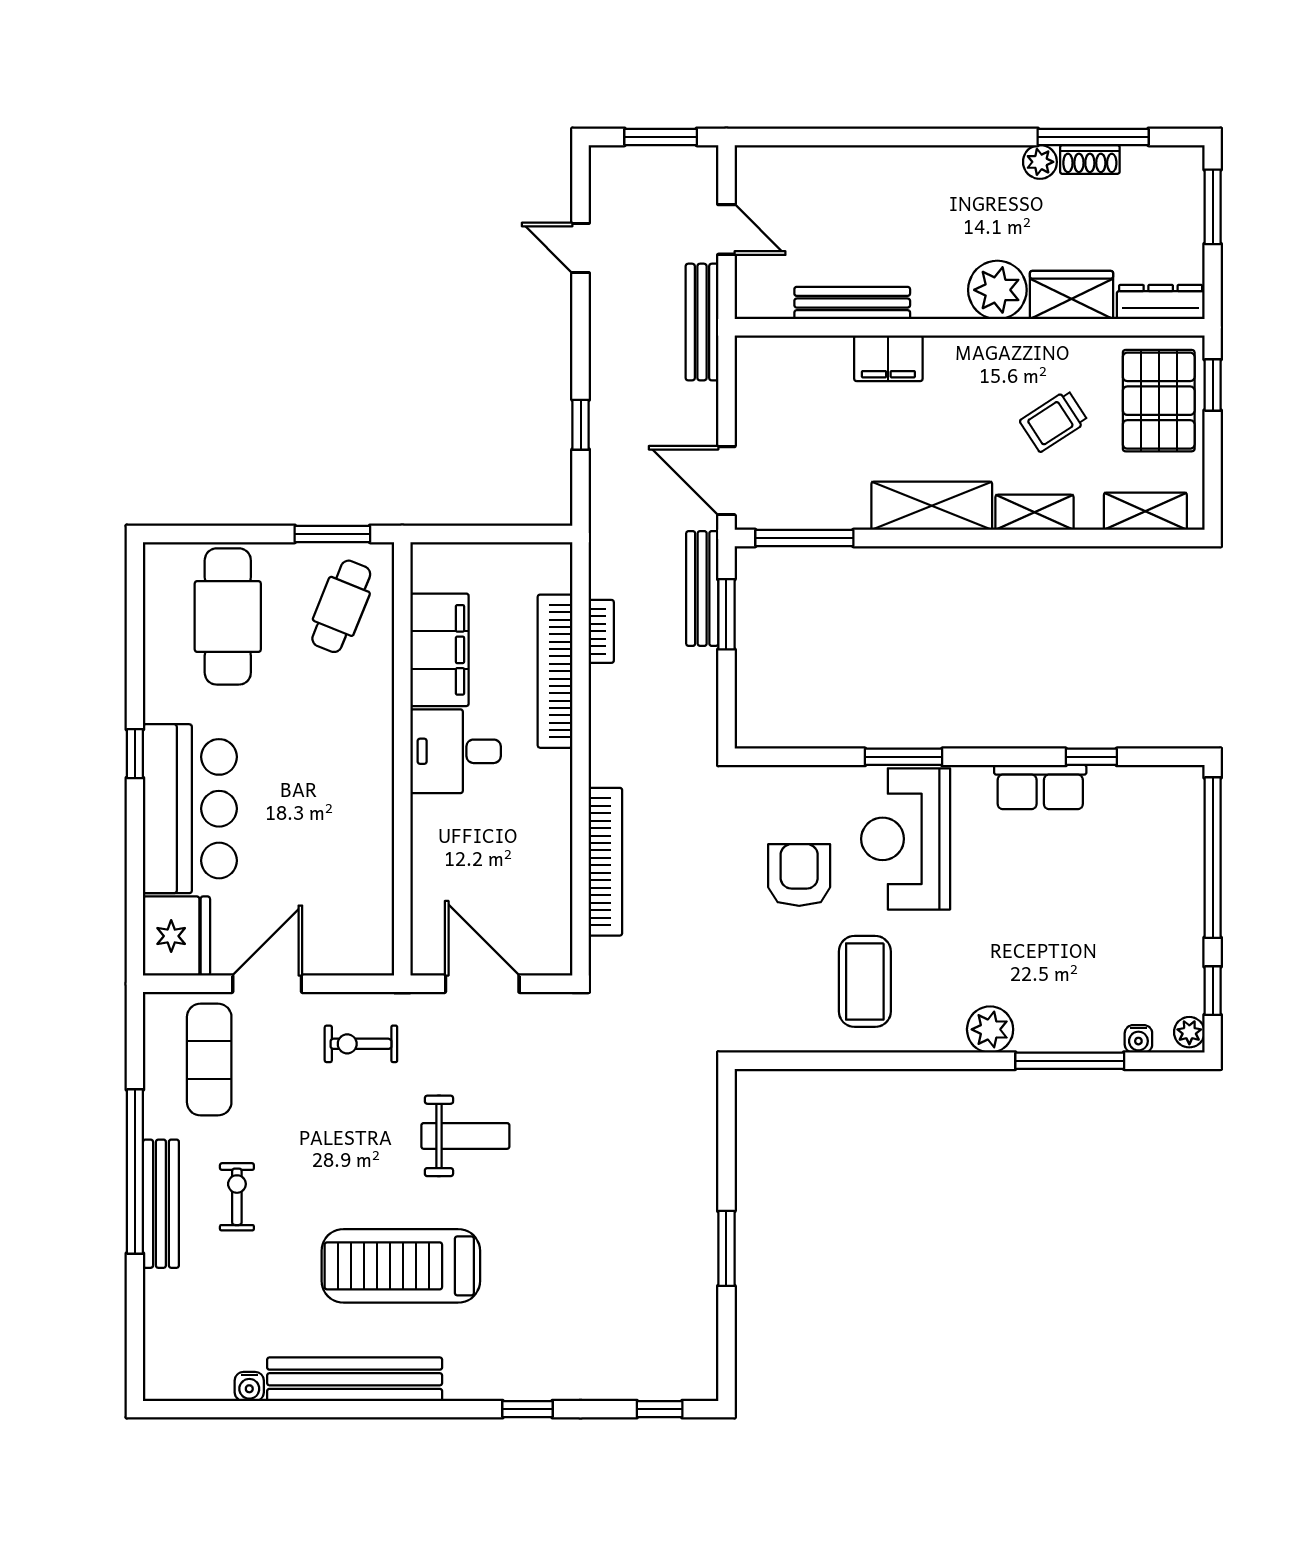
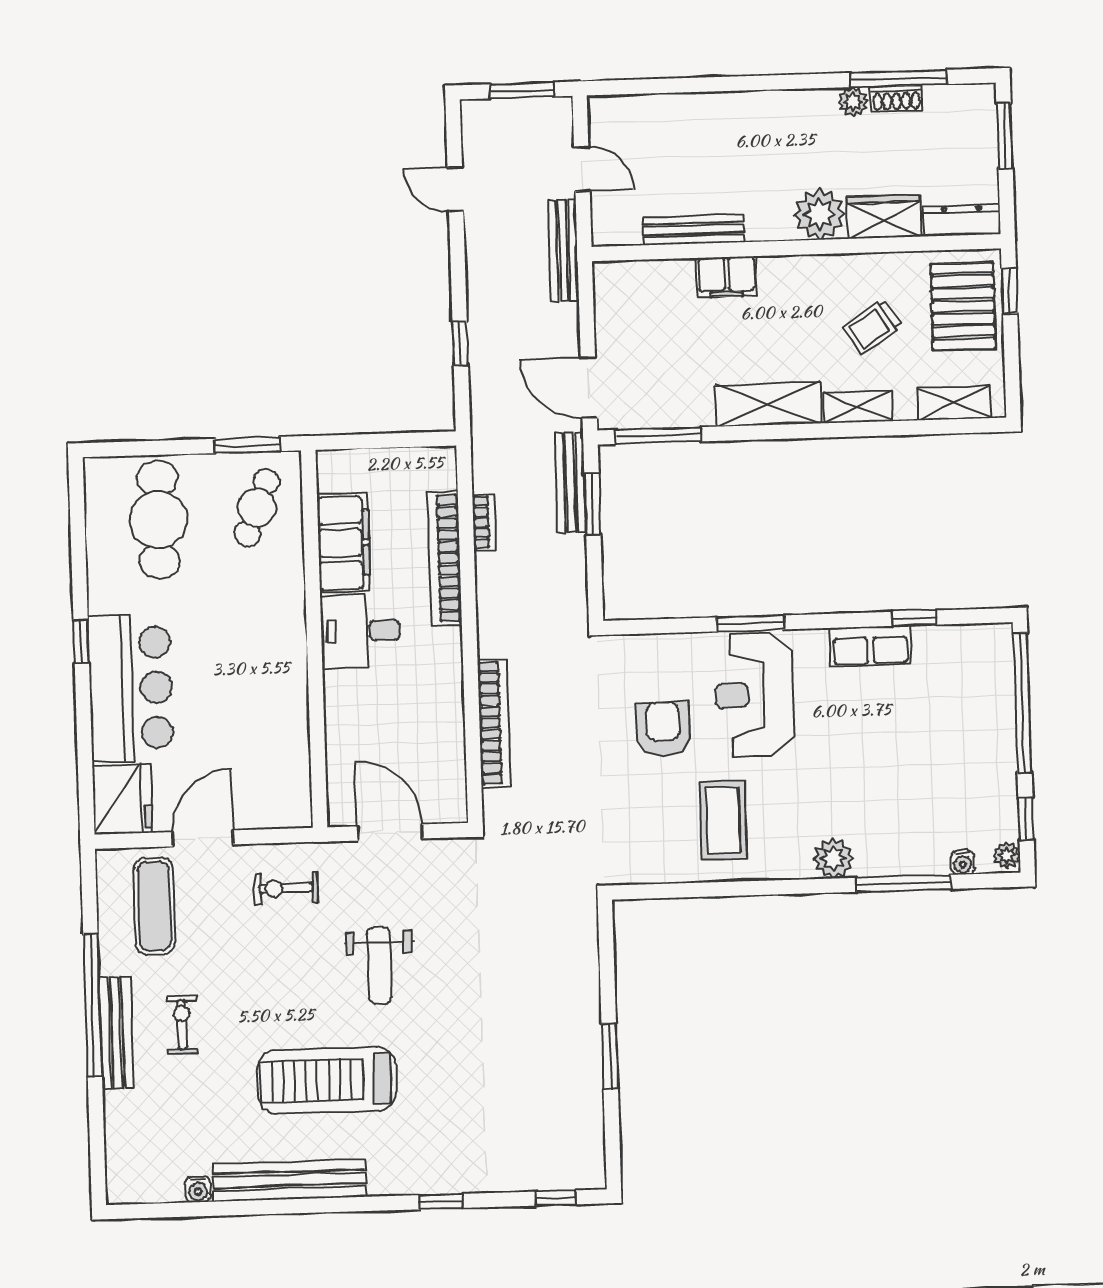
weight bench: (465, 1136) -> (379, 965), turned 90

